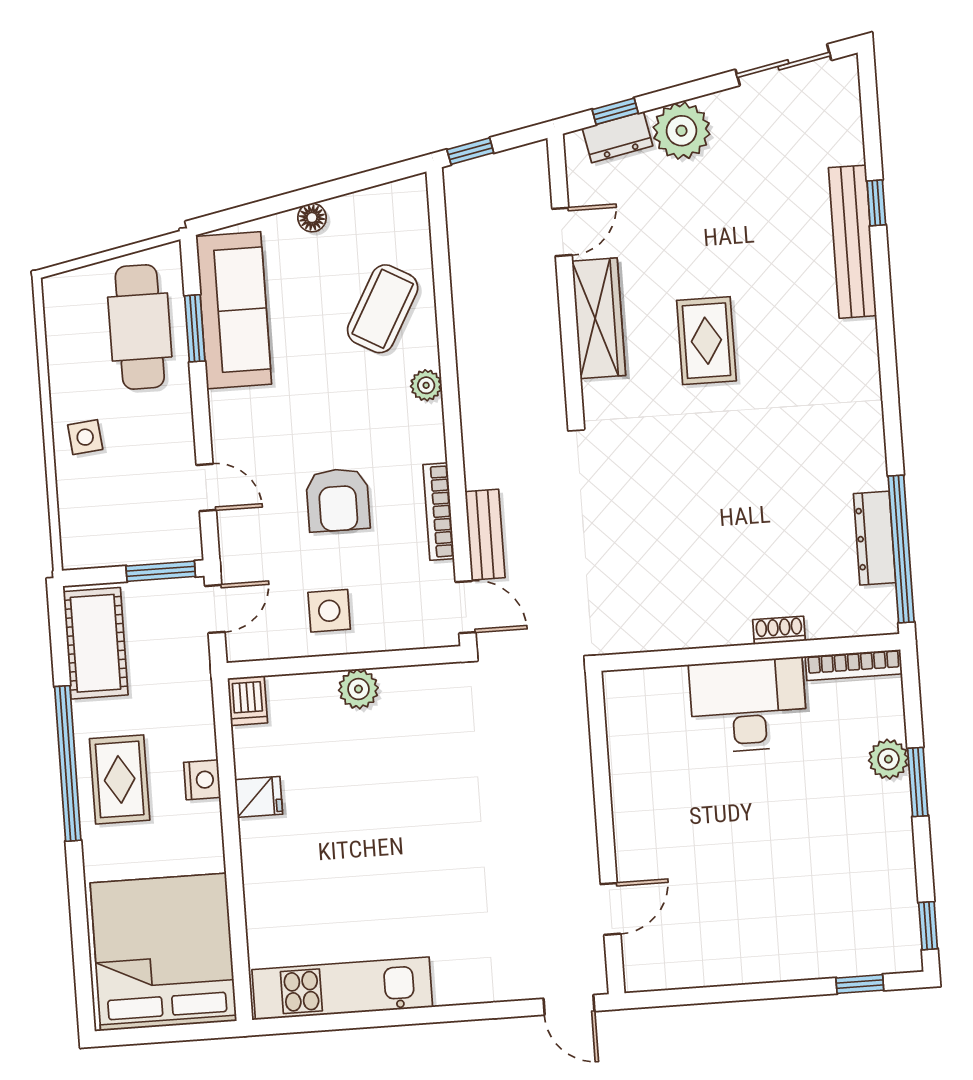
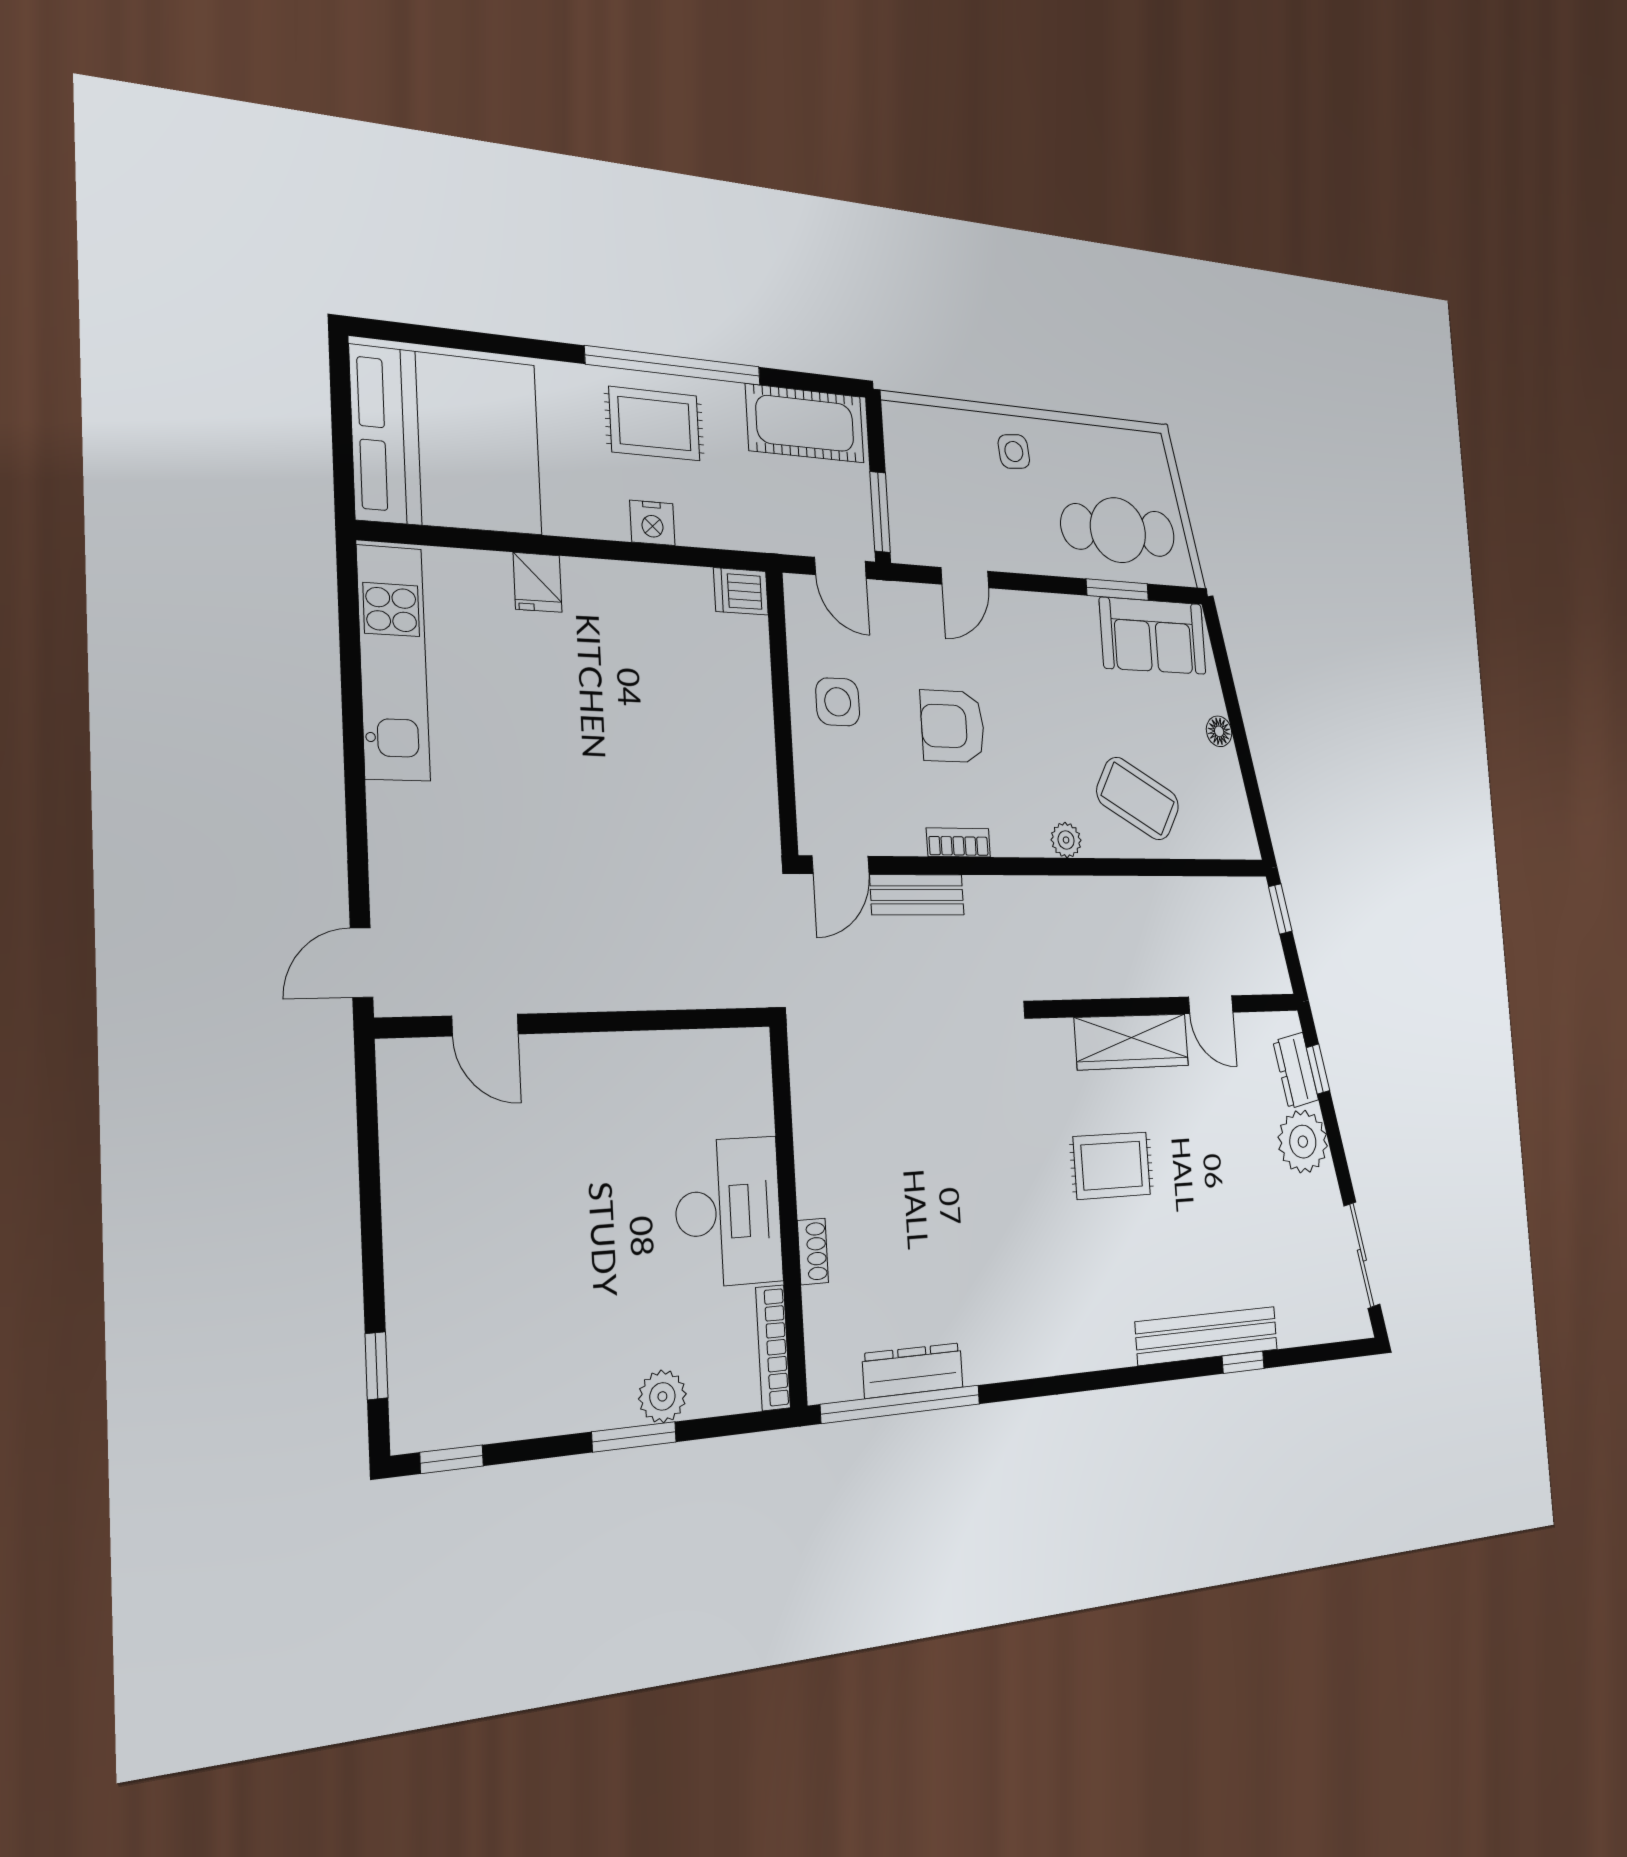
sofa: (234, 310) -> (1153, 636), width x0.73
bookcase: (439, 512) -> (958, 842), width x0.64
plant: (358, 689) -> (752, 726), removed
fridge: (259, 797) -> (538, 582), moved

